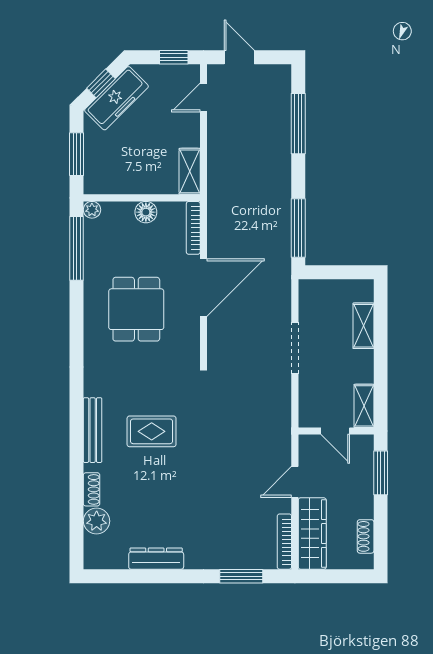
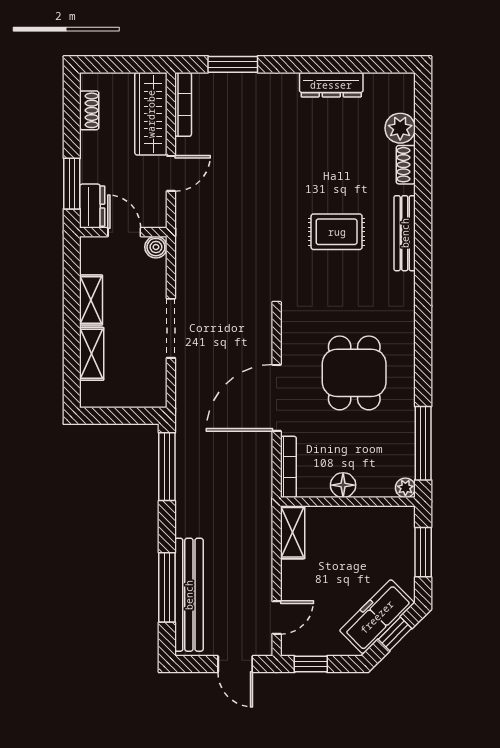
bench: (279, 117) -> (189, 595), added
shelving: (364, 406) -> (91, 300), moved
boiler: (308, 418) -> (156, 247), added
dresser: (363, 454) -> (92, 206), added

